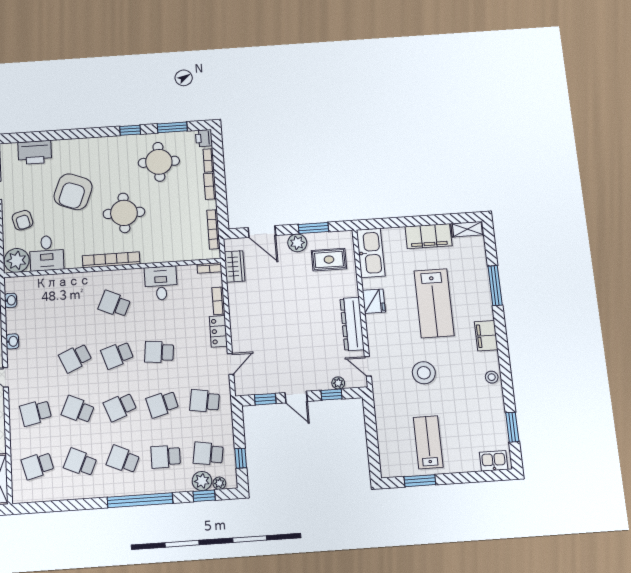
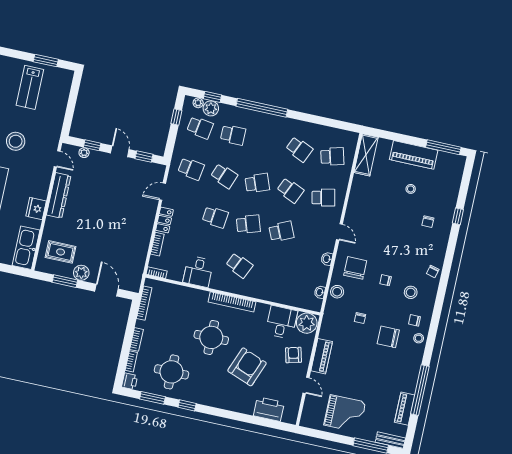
wardrobe: (235, 266) -> (136, 268), removed
school desk: (162, 404) -> (224, 176), turned 36
school desk: (123, 460) -> (266, 142), removed

